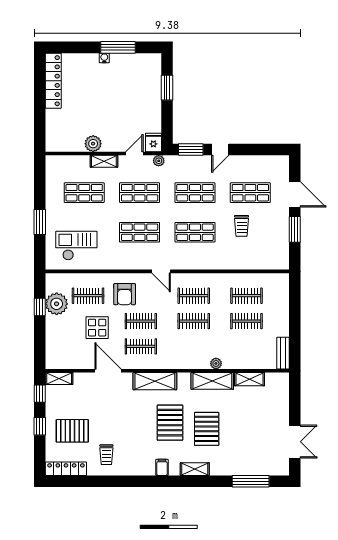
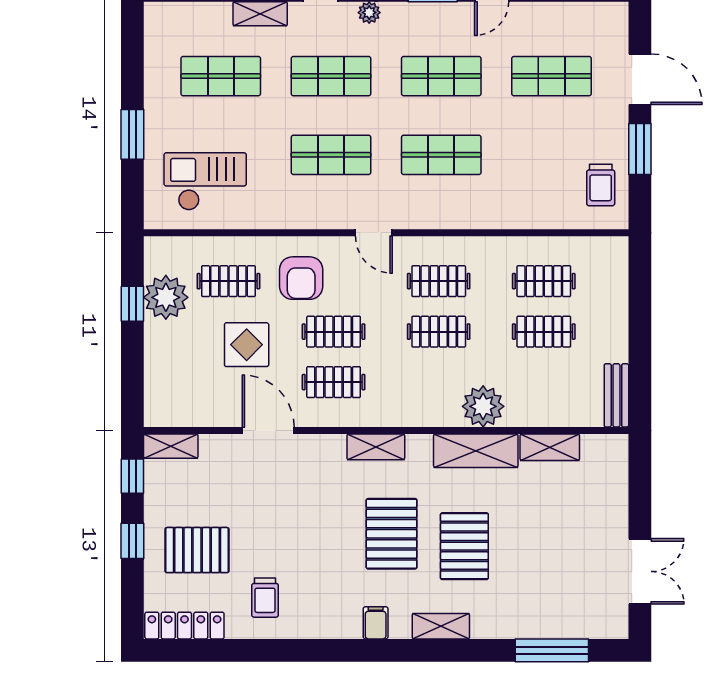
trolley: (242, 226) -> (601, 185), moved
plant: (216, 363) -> (483, 406), width x1.88, depth x1.88
shelving: (155, 381) -> (376, 447), width x0.67, depth x0.75

